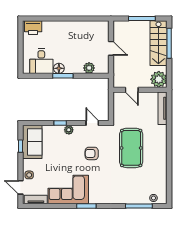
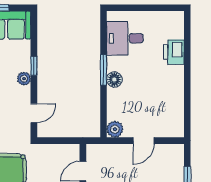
printer: (33, 28) -> (174, 52), moved
floor lamp: (59, 68) -> (114, 79), moved
plant: (89, 68) -> (115, 129), moved

